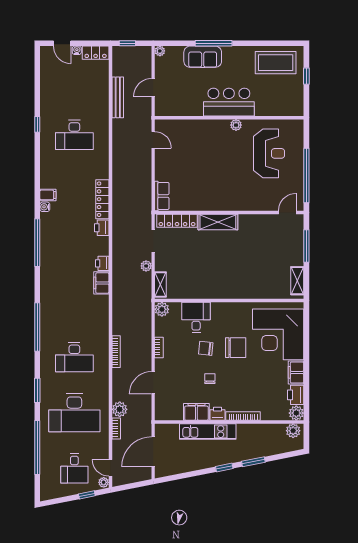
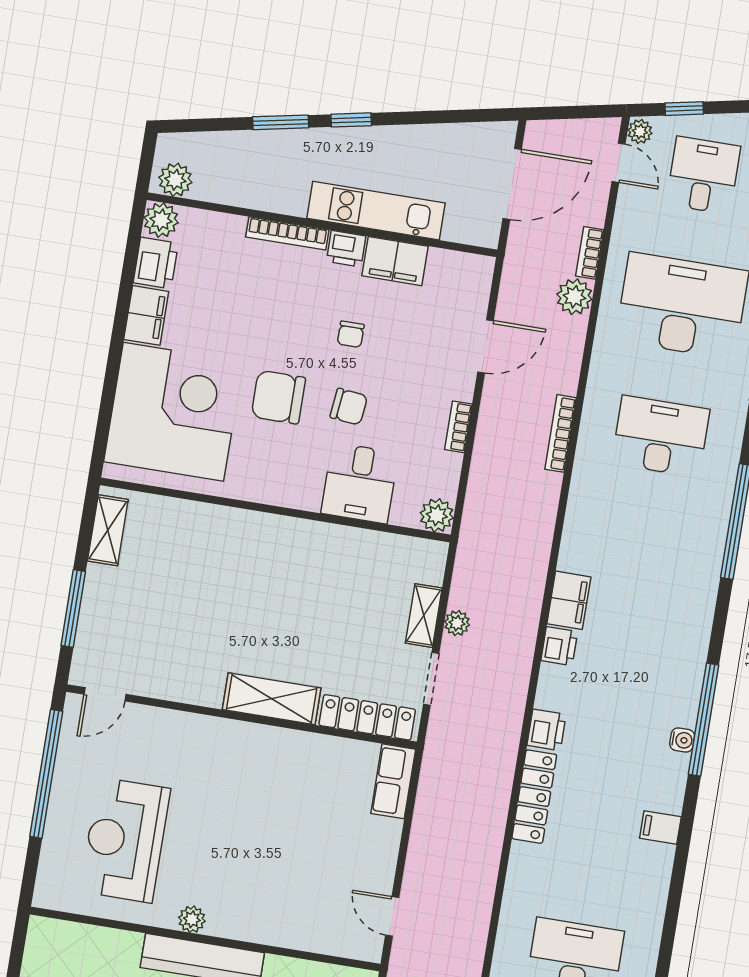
water cooler: (45, 207) -> (682, 740), moved
shelving: (160, 285) -> (424, 616), moved

